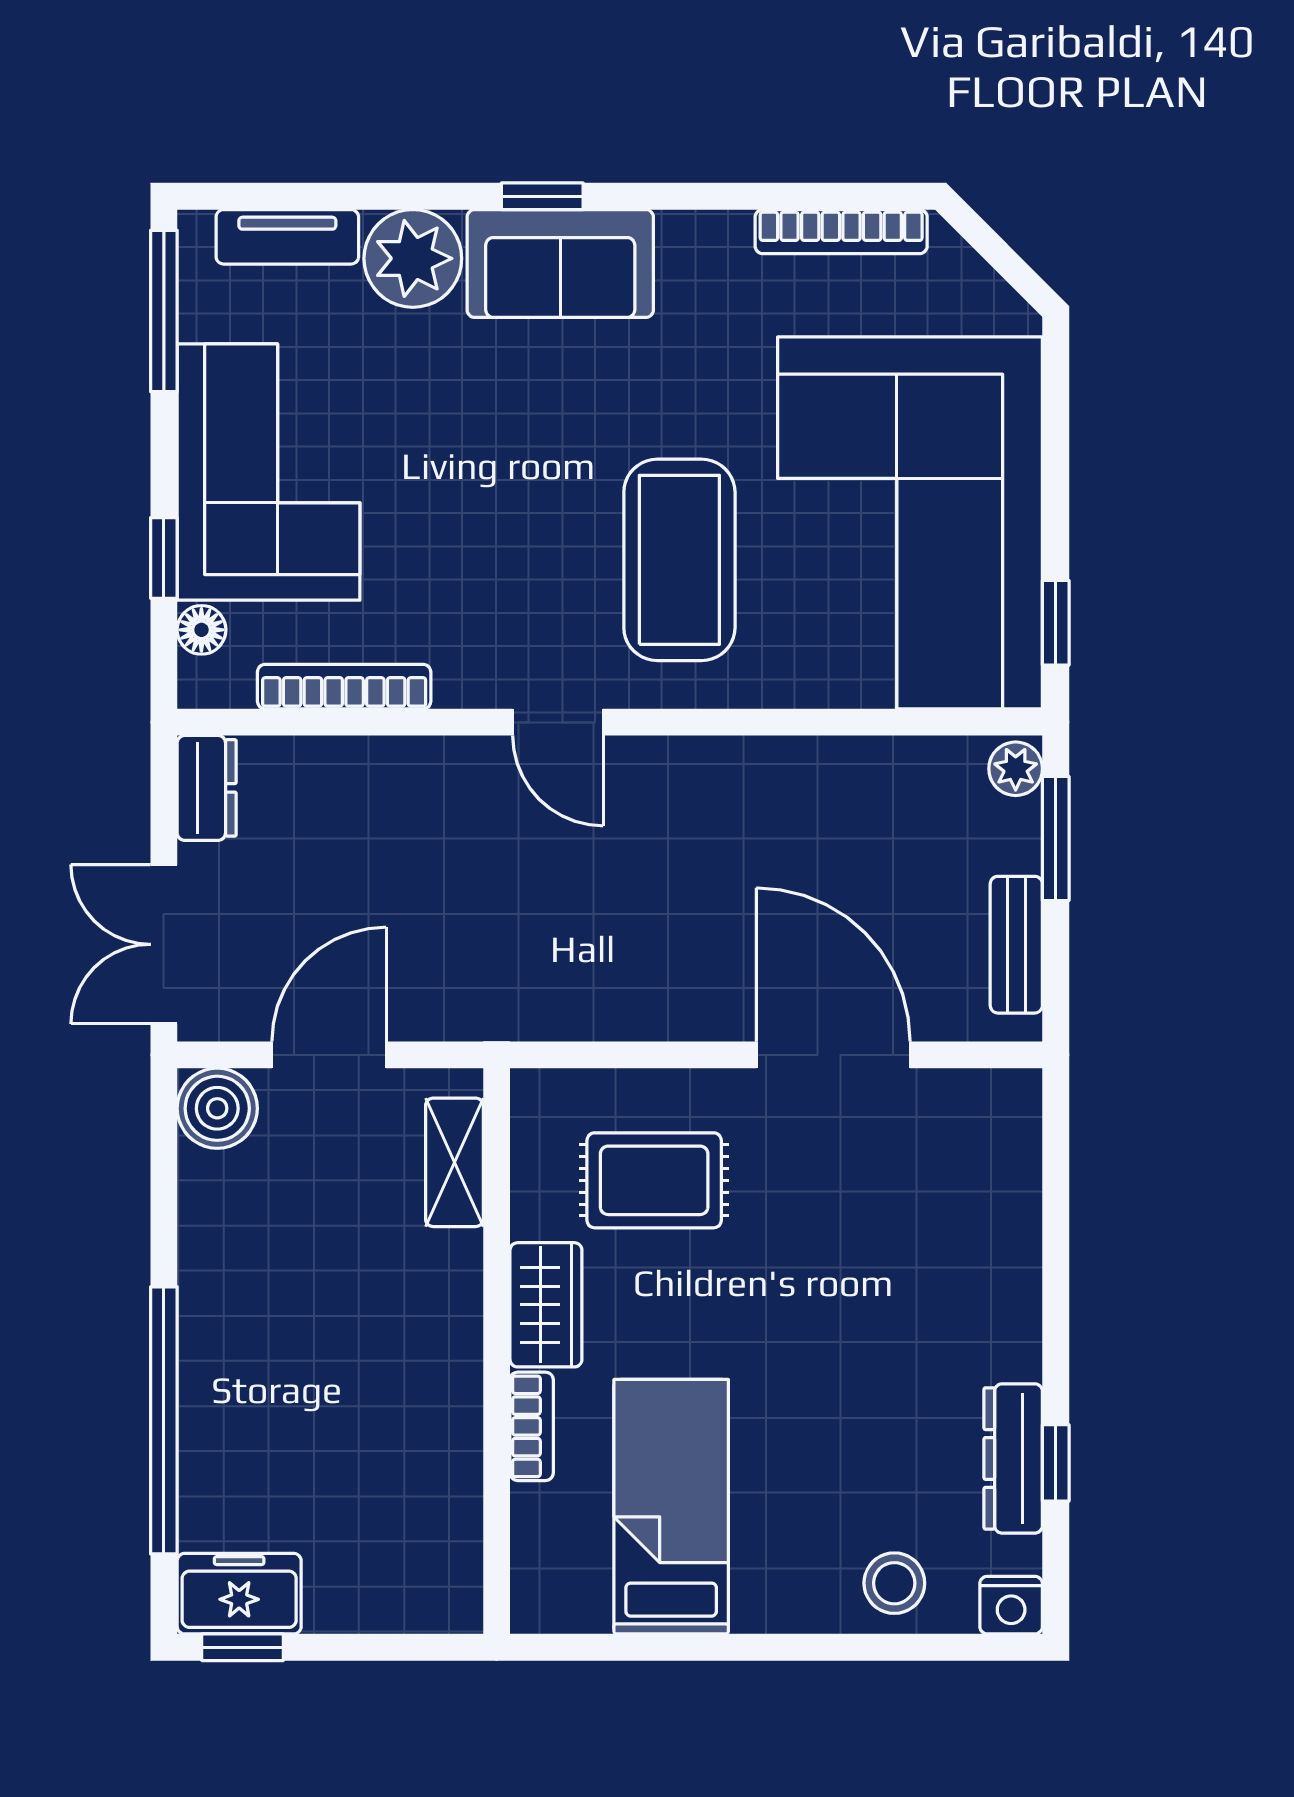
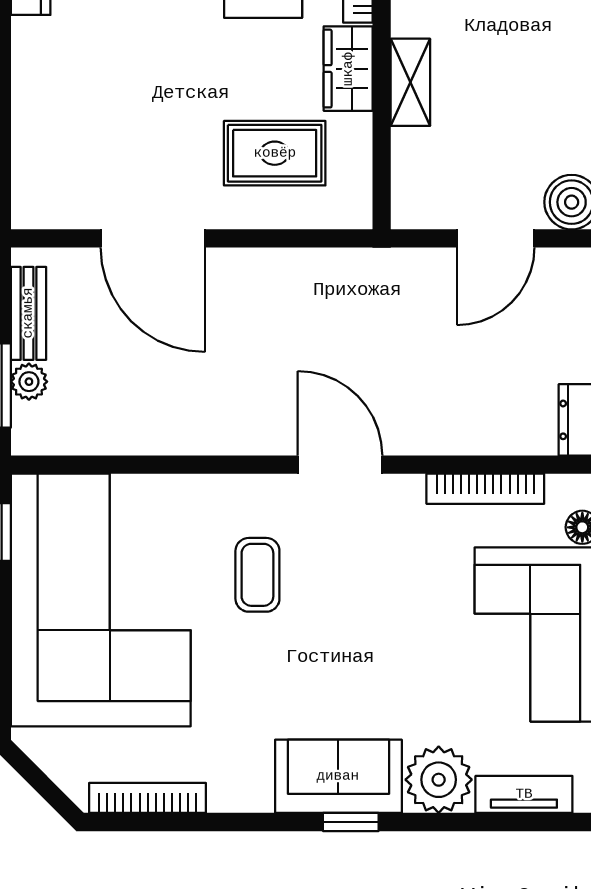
coffee table: (679, 560) -> (257, 575), width x0.54, depth x0.58
door: (558, 722) -> (340, 465), width x1.38
plant: (1016, 769) -> (29, 382), moved
shelving: (454, 1162) -> (410, 82), moved

